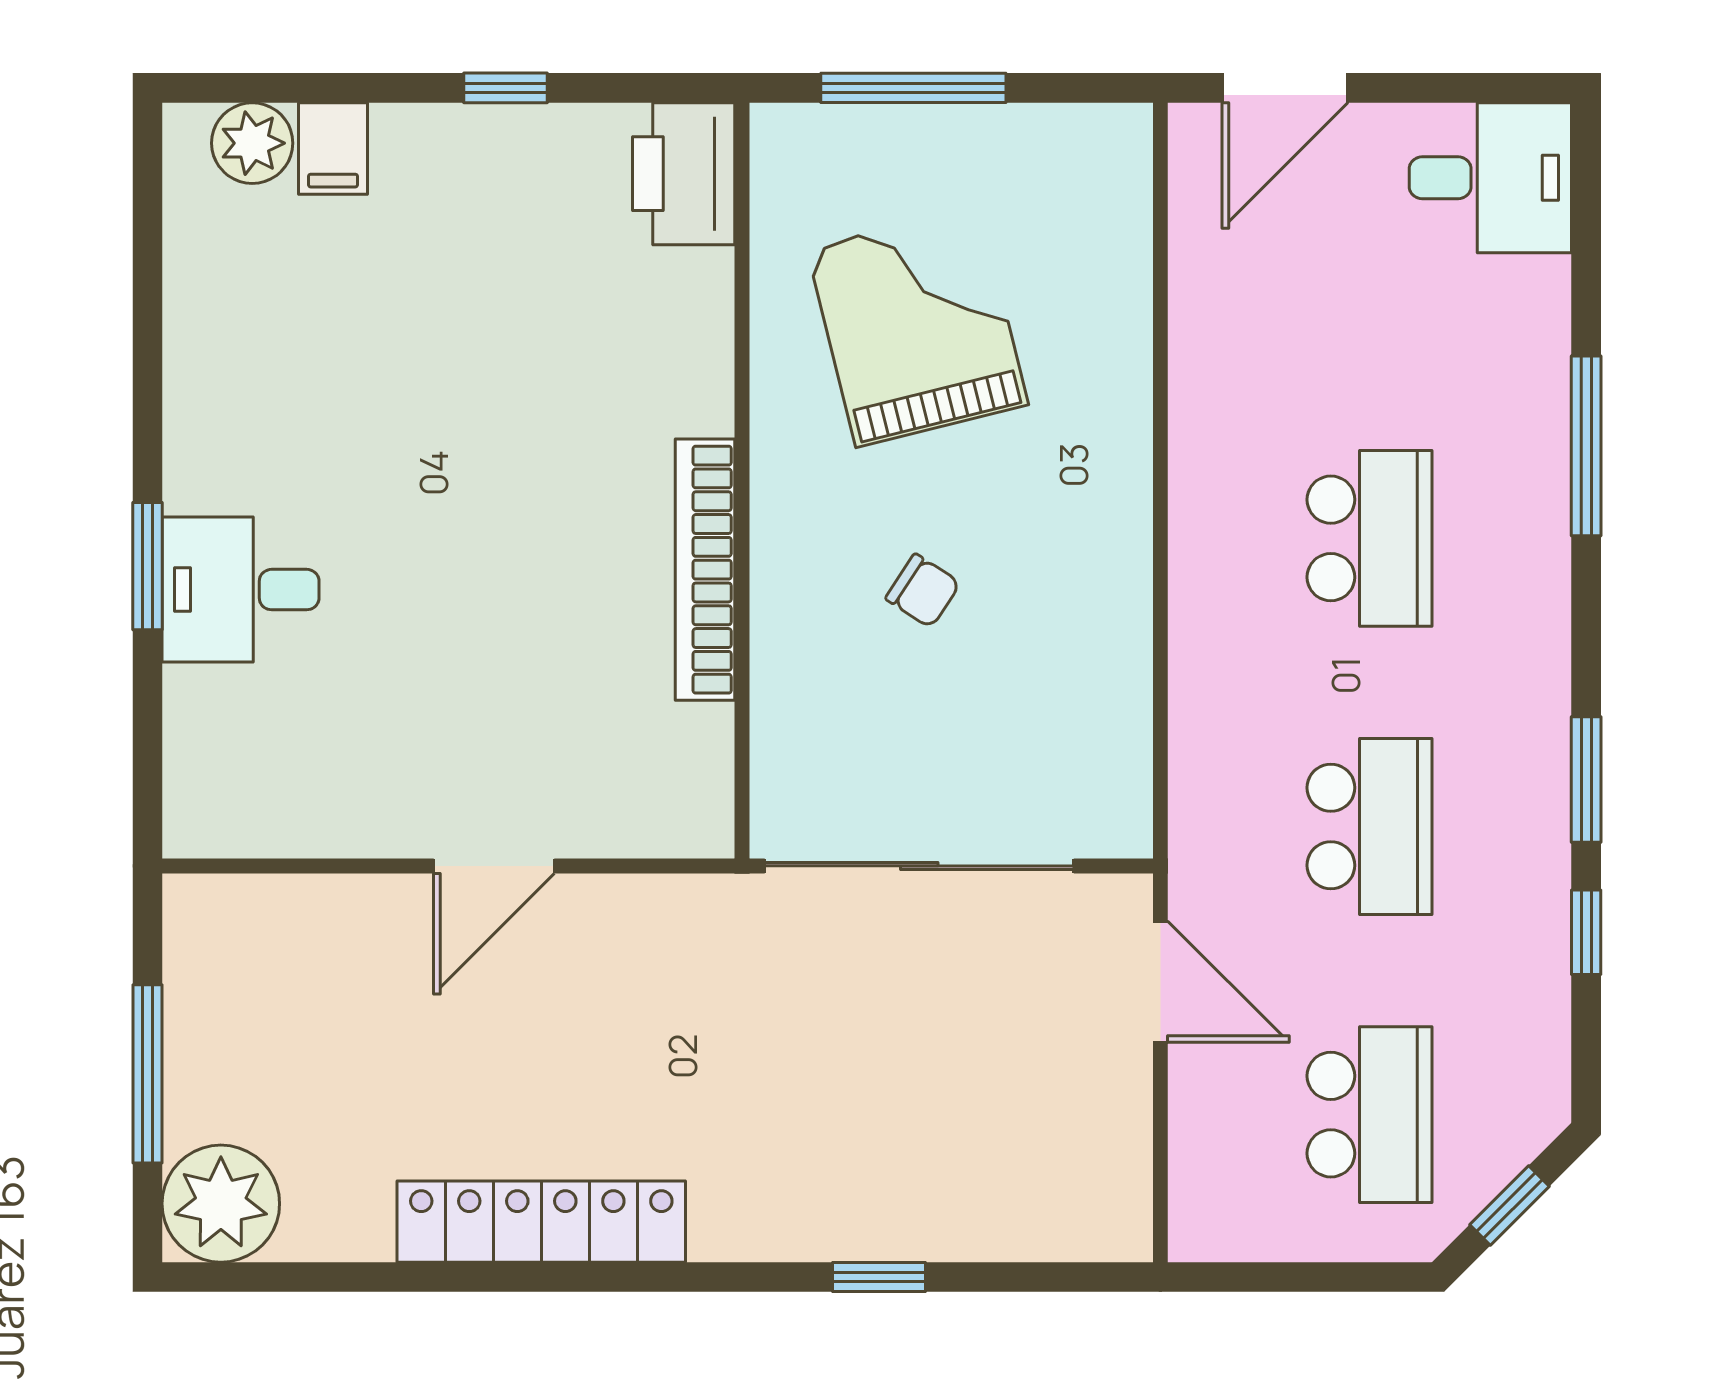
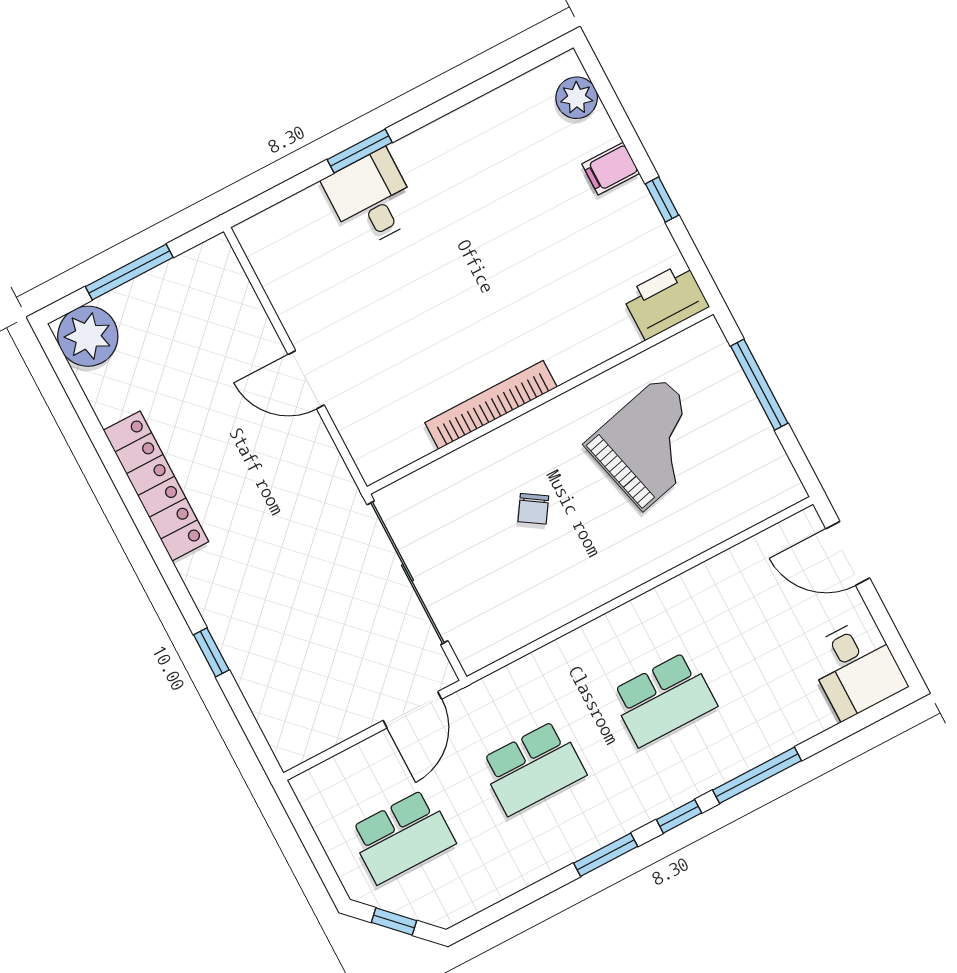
filing cabinet: (333, 148) -> (611, 169), moved
window: (1586, 932) -> (679, 816), moved

